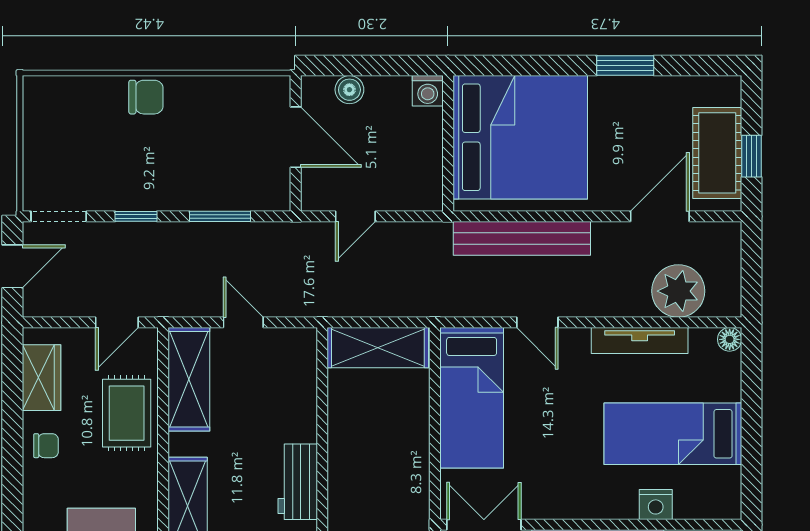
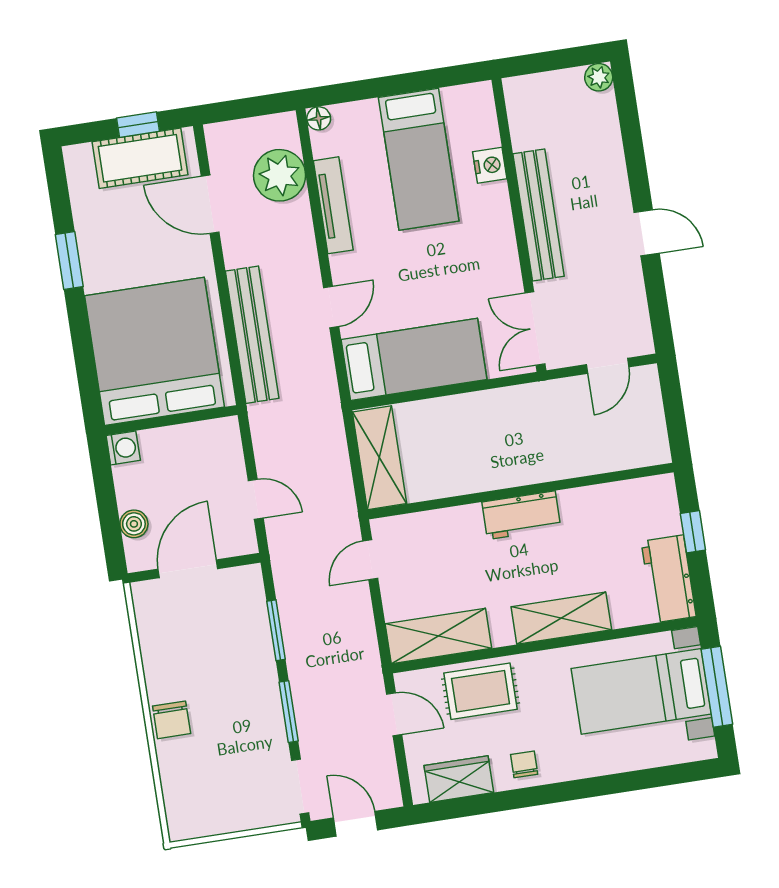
chair: (146, 97) -> (172, 720), turned 180
window: (136, 216) -> (289, 712), width x1.50
door: (243, 322) -> (370, 560), moved

